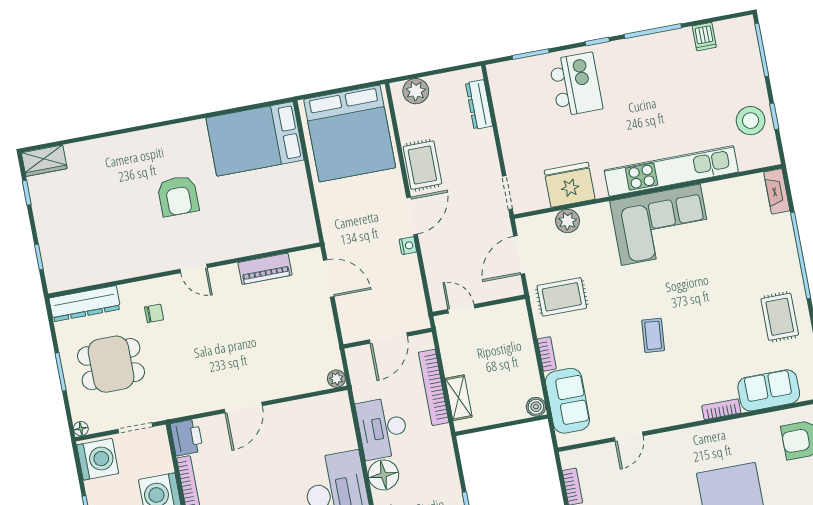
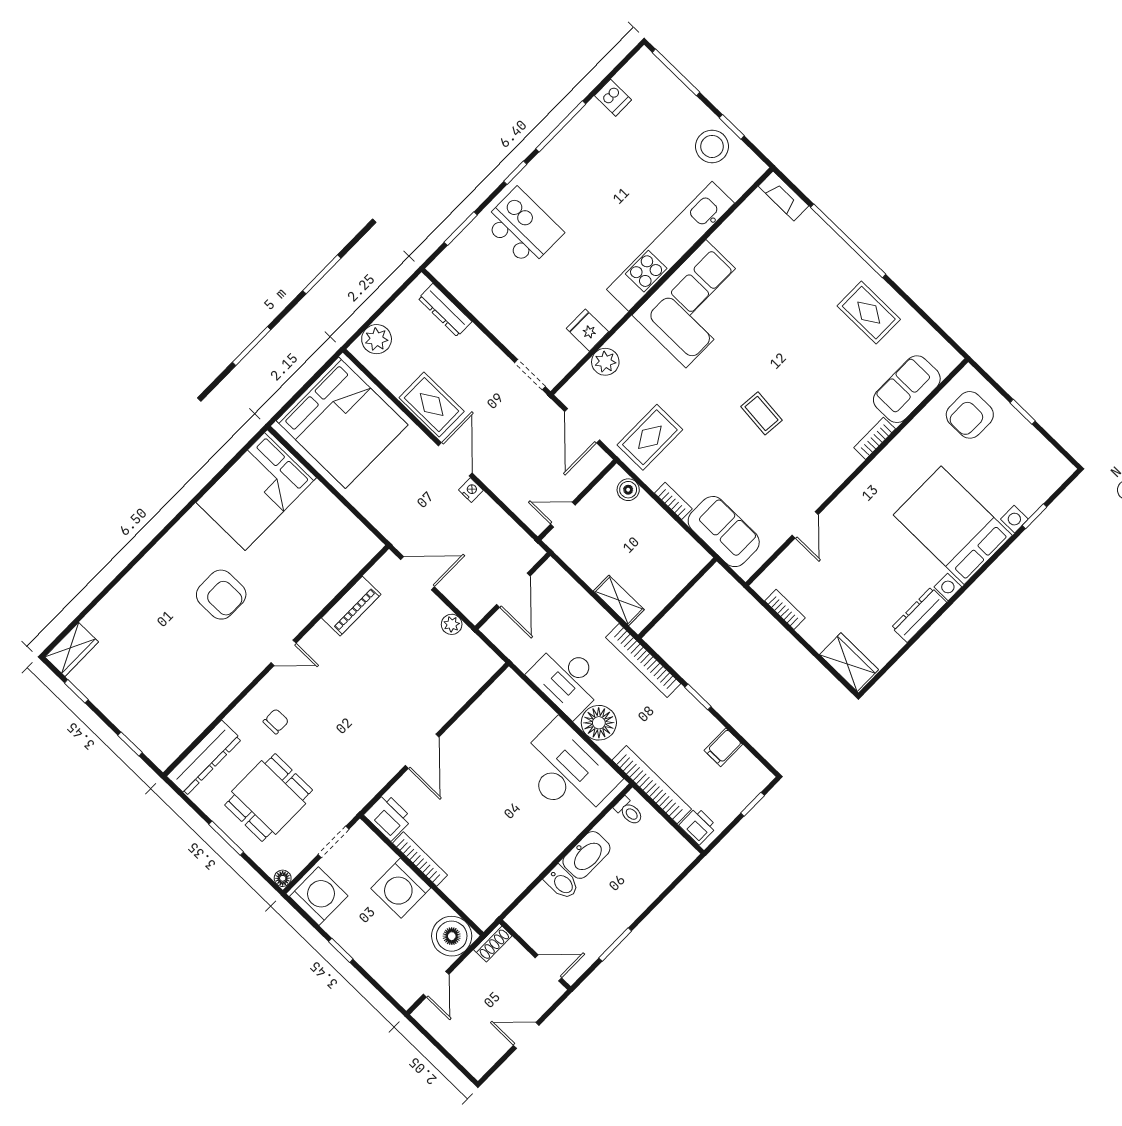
fridge: (570, 185) -> (587, 330), width x0.53, depth x0.75
plant: (336, 379) -> (452, 624), moved
bookcase: (434, 387) -> (643, 660), moved
boiler: (536, 407) -> (628, 490), moved

